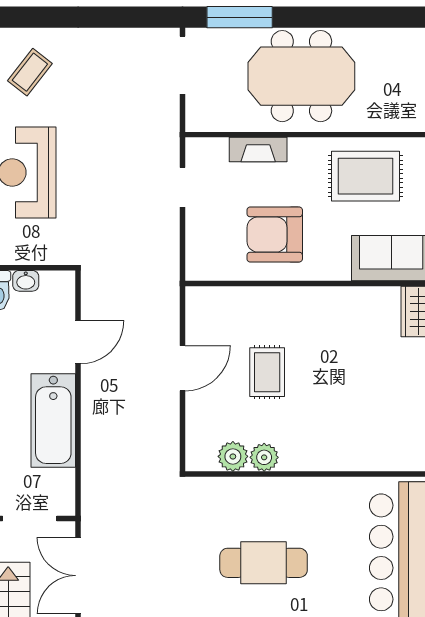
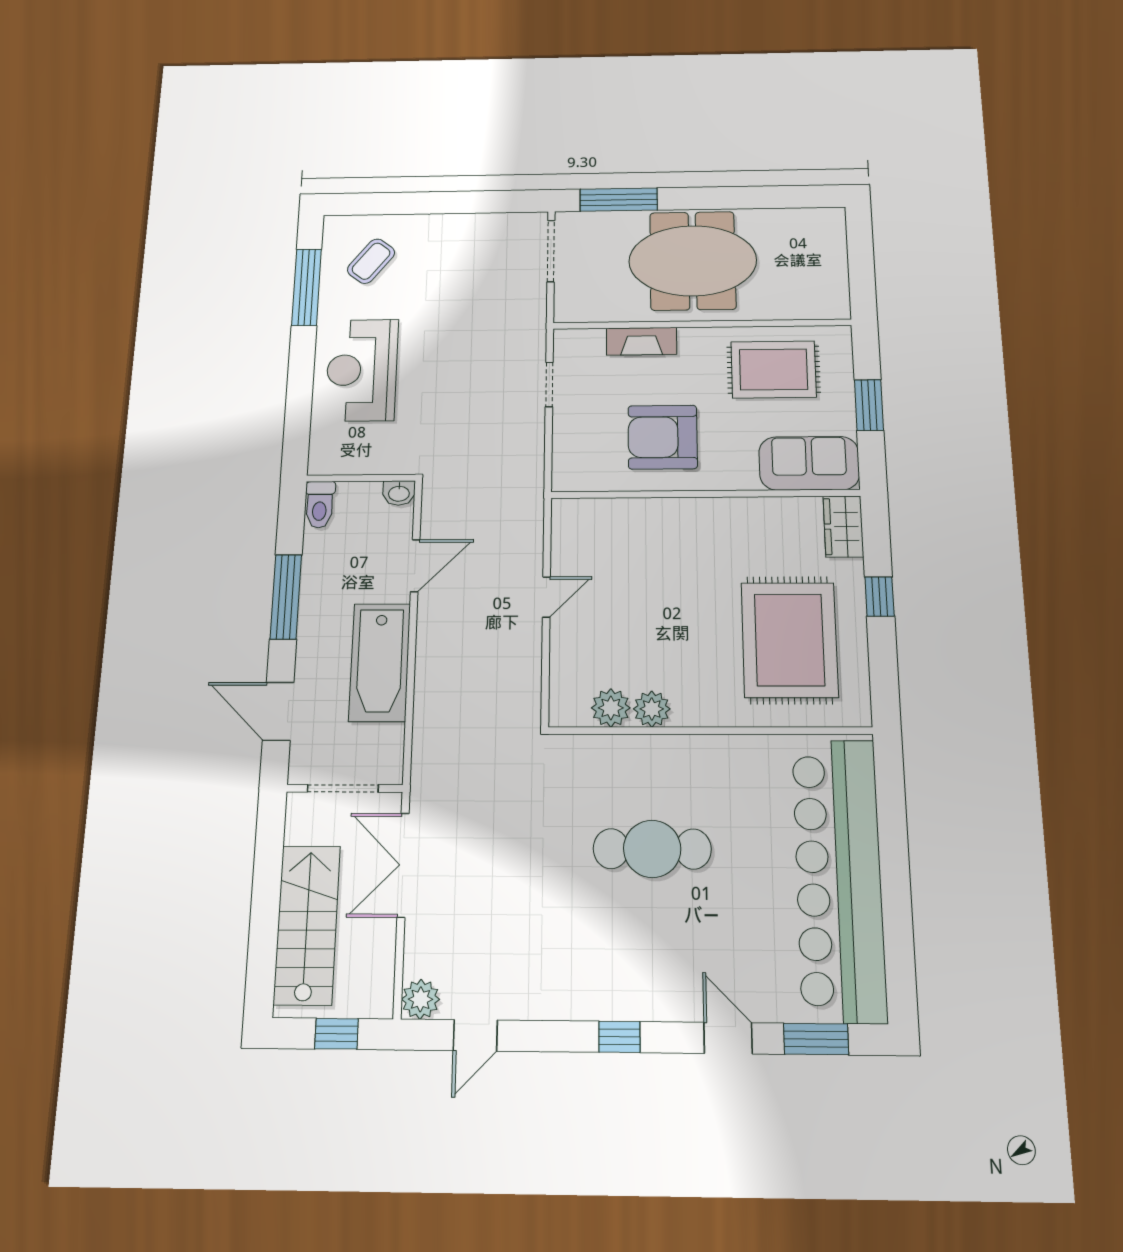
washbasin: (26, 281) -> (399, 493), moved
door: (182, 368) -> (546, 597), width x0.73
rug: (267, 372) -> (789, 640), moved, width x1.86, depth x2.06

